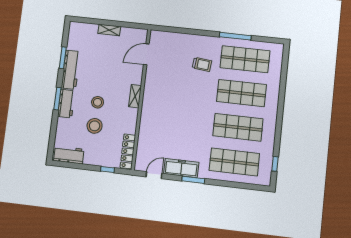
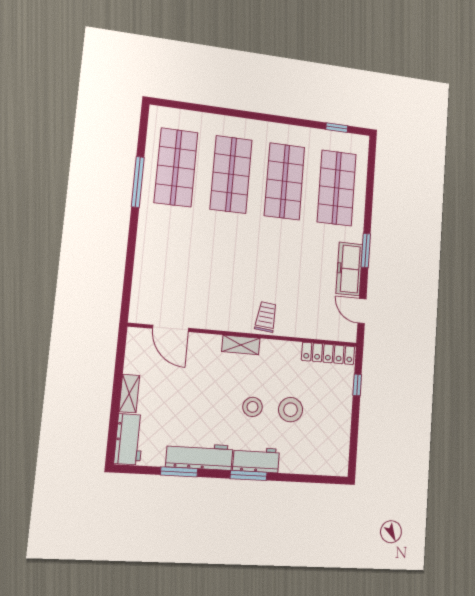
trolley: (202, 64) -> (266, 317), moved
workbench: (69, 155) -> (129, 439), moved, turned 180

